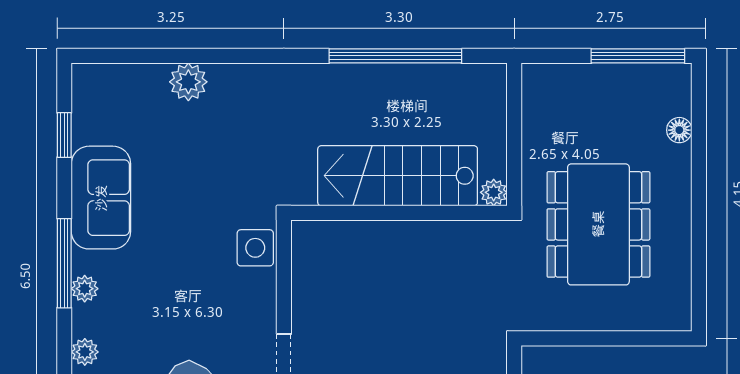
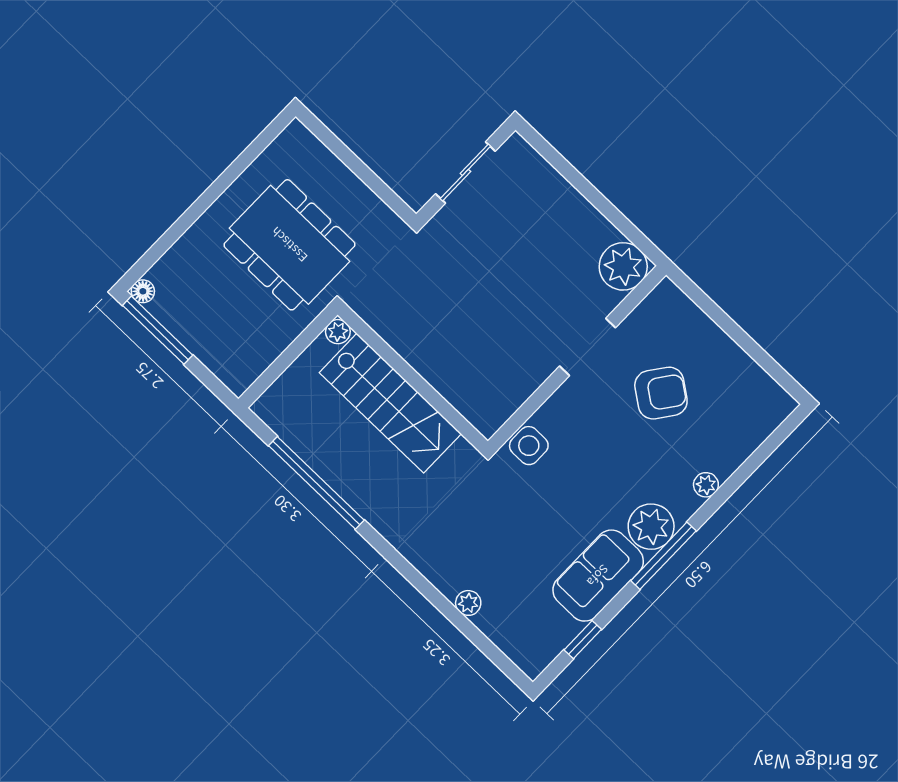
plant: (188, 82) -> (468, 603), width x0.73, depth x0.73
floor lamp: (679, 130) -> (143, 291), moved
dining table: (598, 224) -> (289, 245), turned 90
plant: (85, 289) -> (651, 527), width x1.88, depth x1.88

